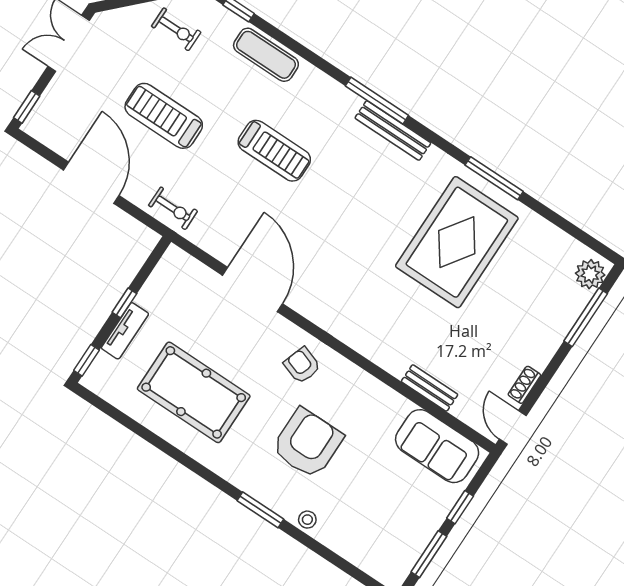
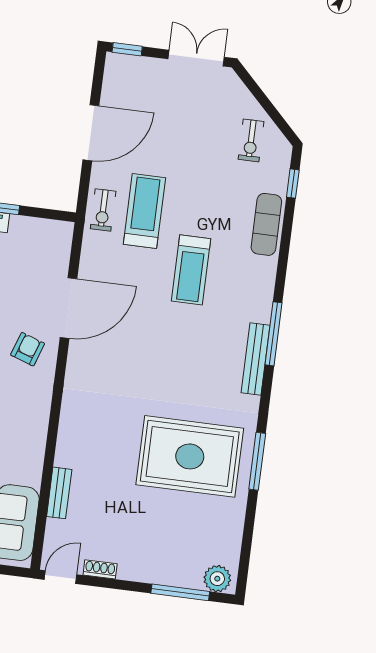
treadmill: (164, 116) -> (144, 211), moved
armchair: (302, 365) -> (28, 349), moved

